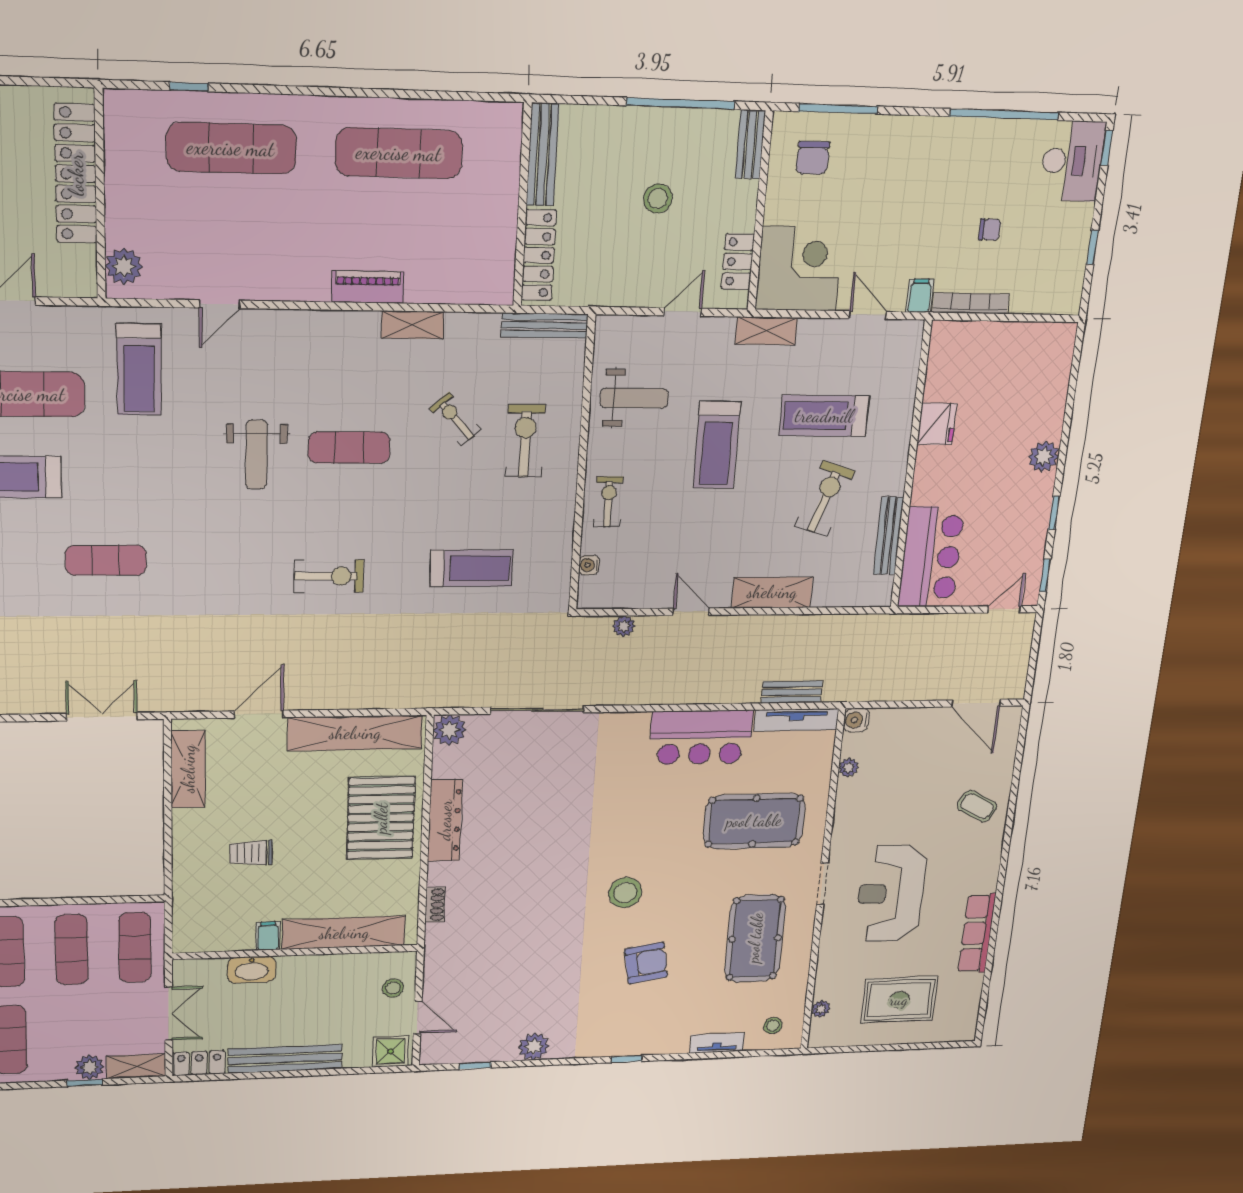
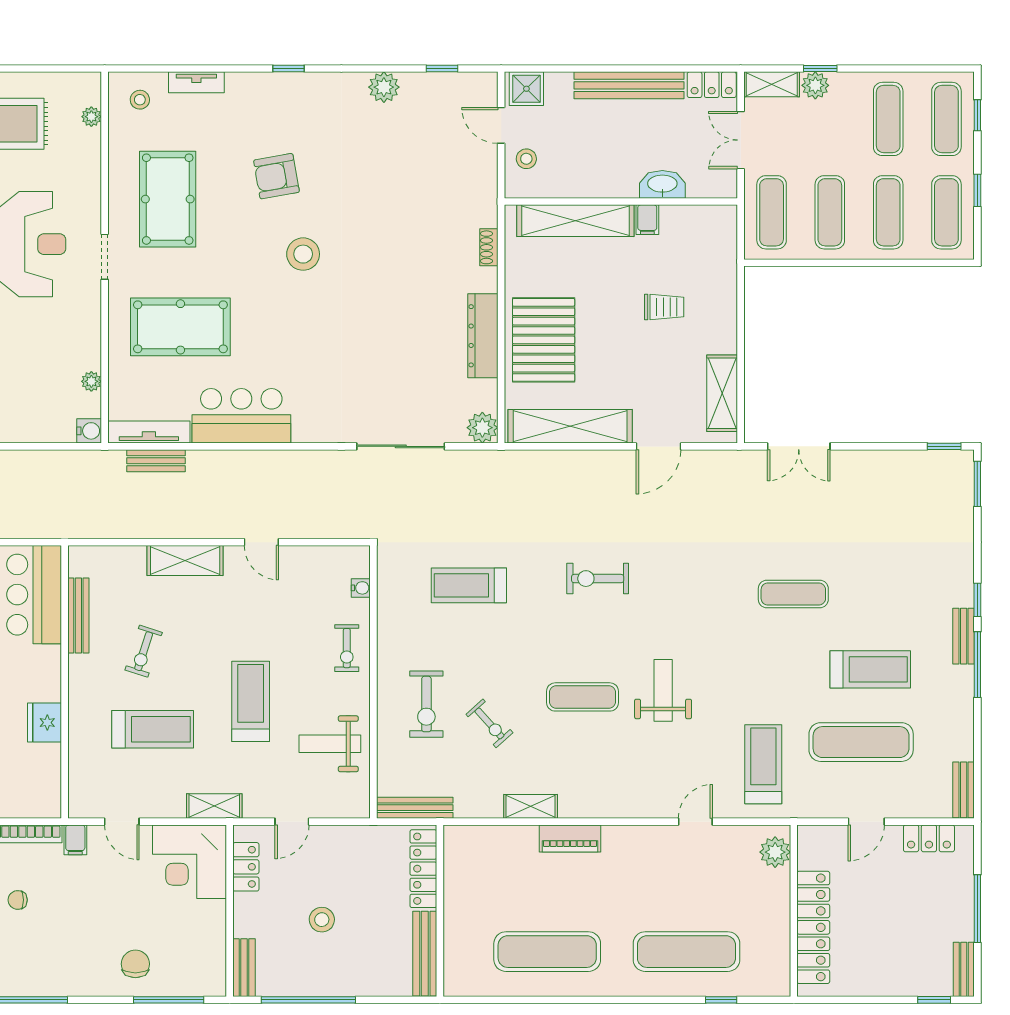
chair: (813, 158) -> (135, 964), moved
exercise bike: (825, 499) -> (144, 651), width x0.73, depth x0.72
plant: (624, 626) -> (324, 529), removed

